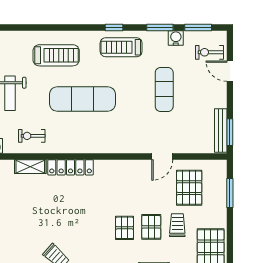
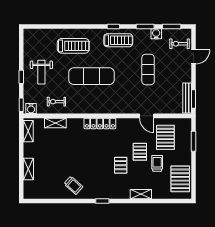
treadmill: (121, 47) -> (118, 40), turned 180
door: (230, 71) -> (194, 57), swing flipped
door: (162, 156) -> (147, 116), hinge flipped
locker: (71, 167) -> (100, 123), moved
pallet: (151, 227) -> (140, 152), moved

